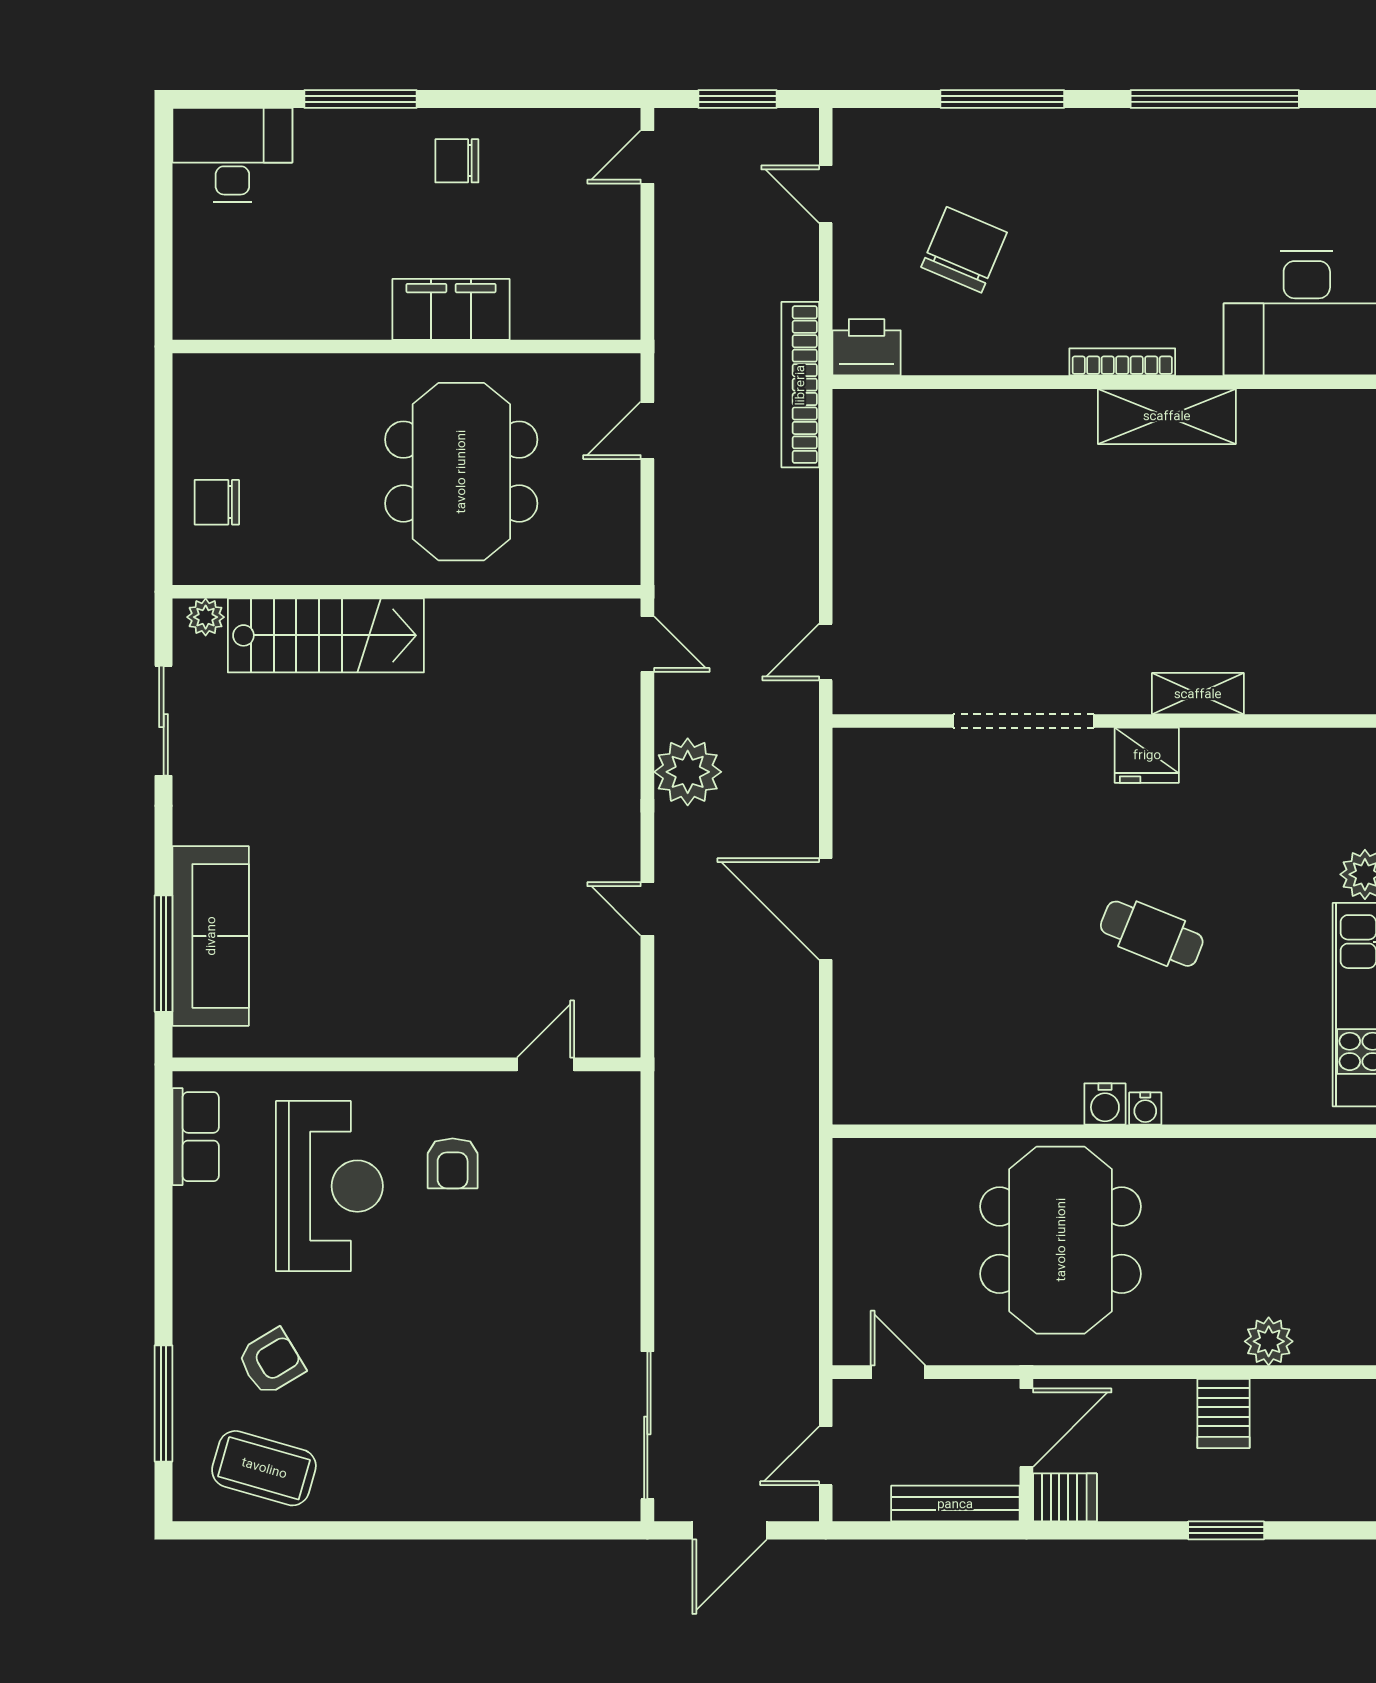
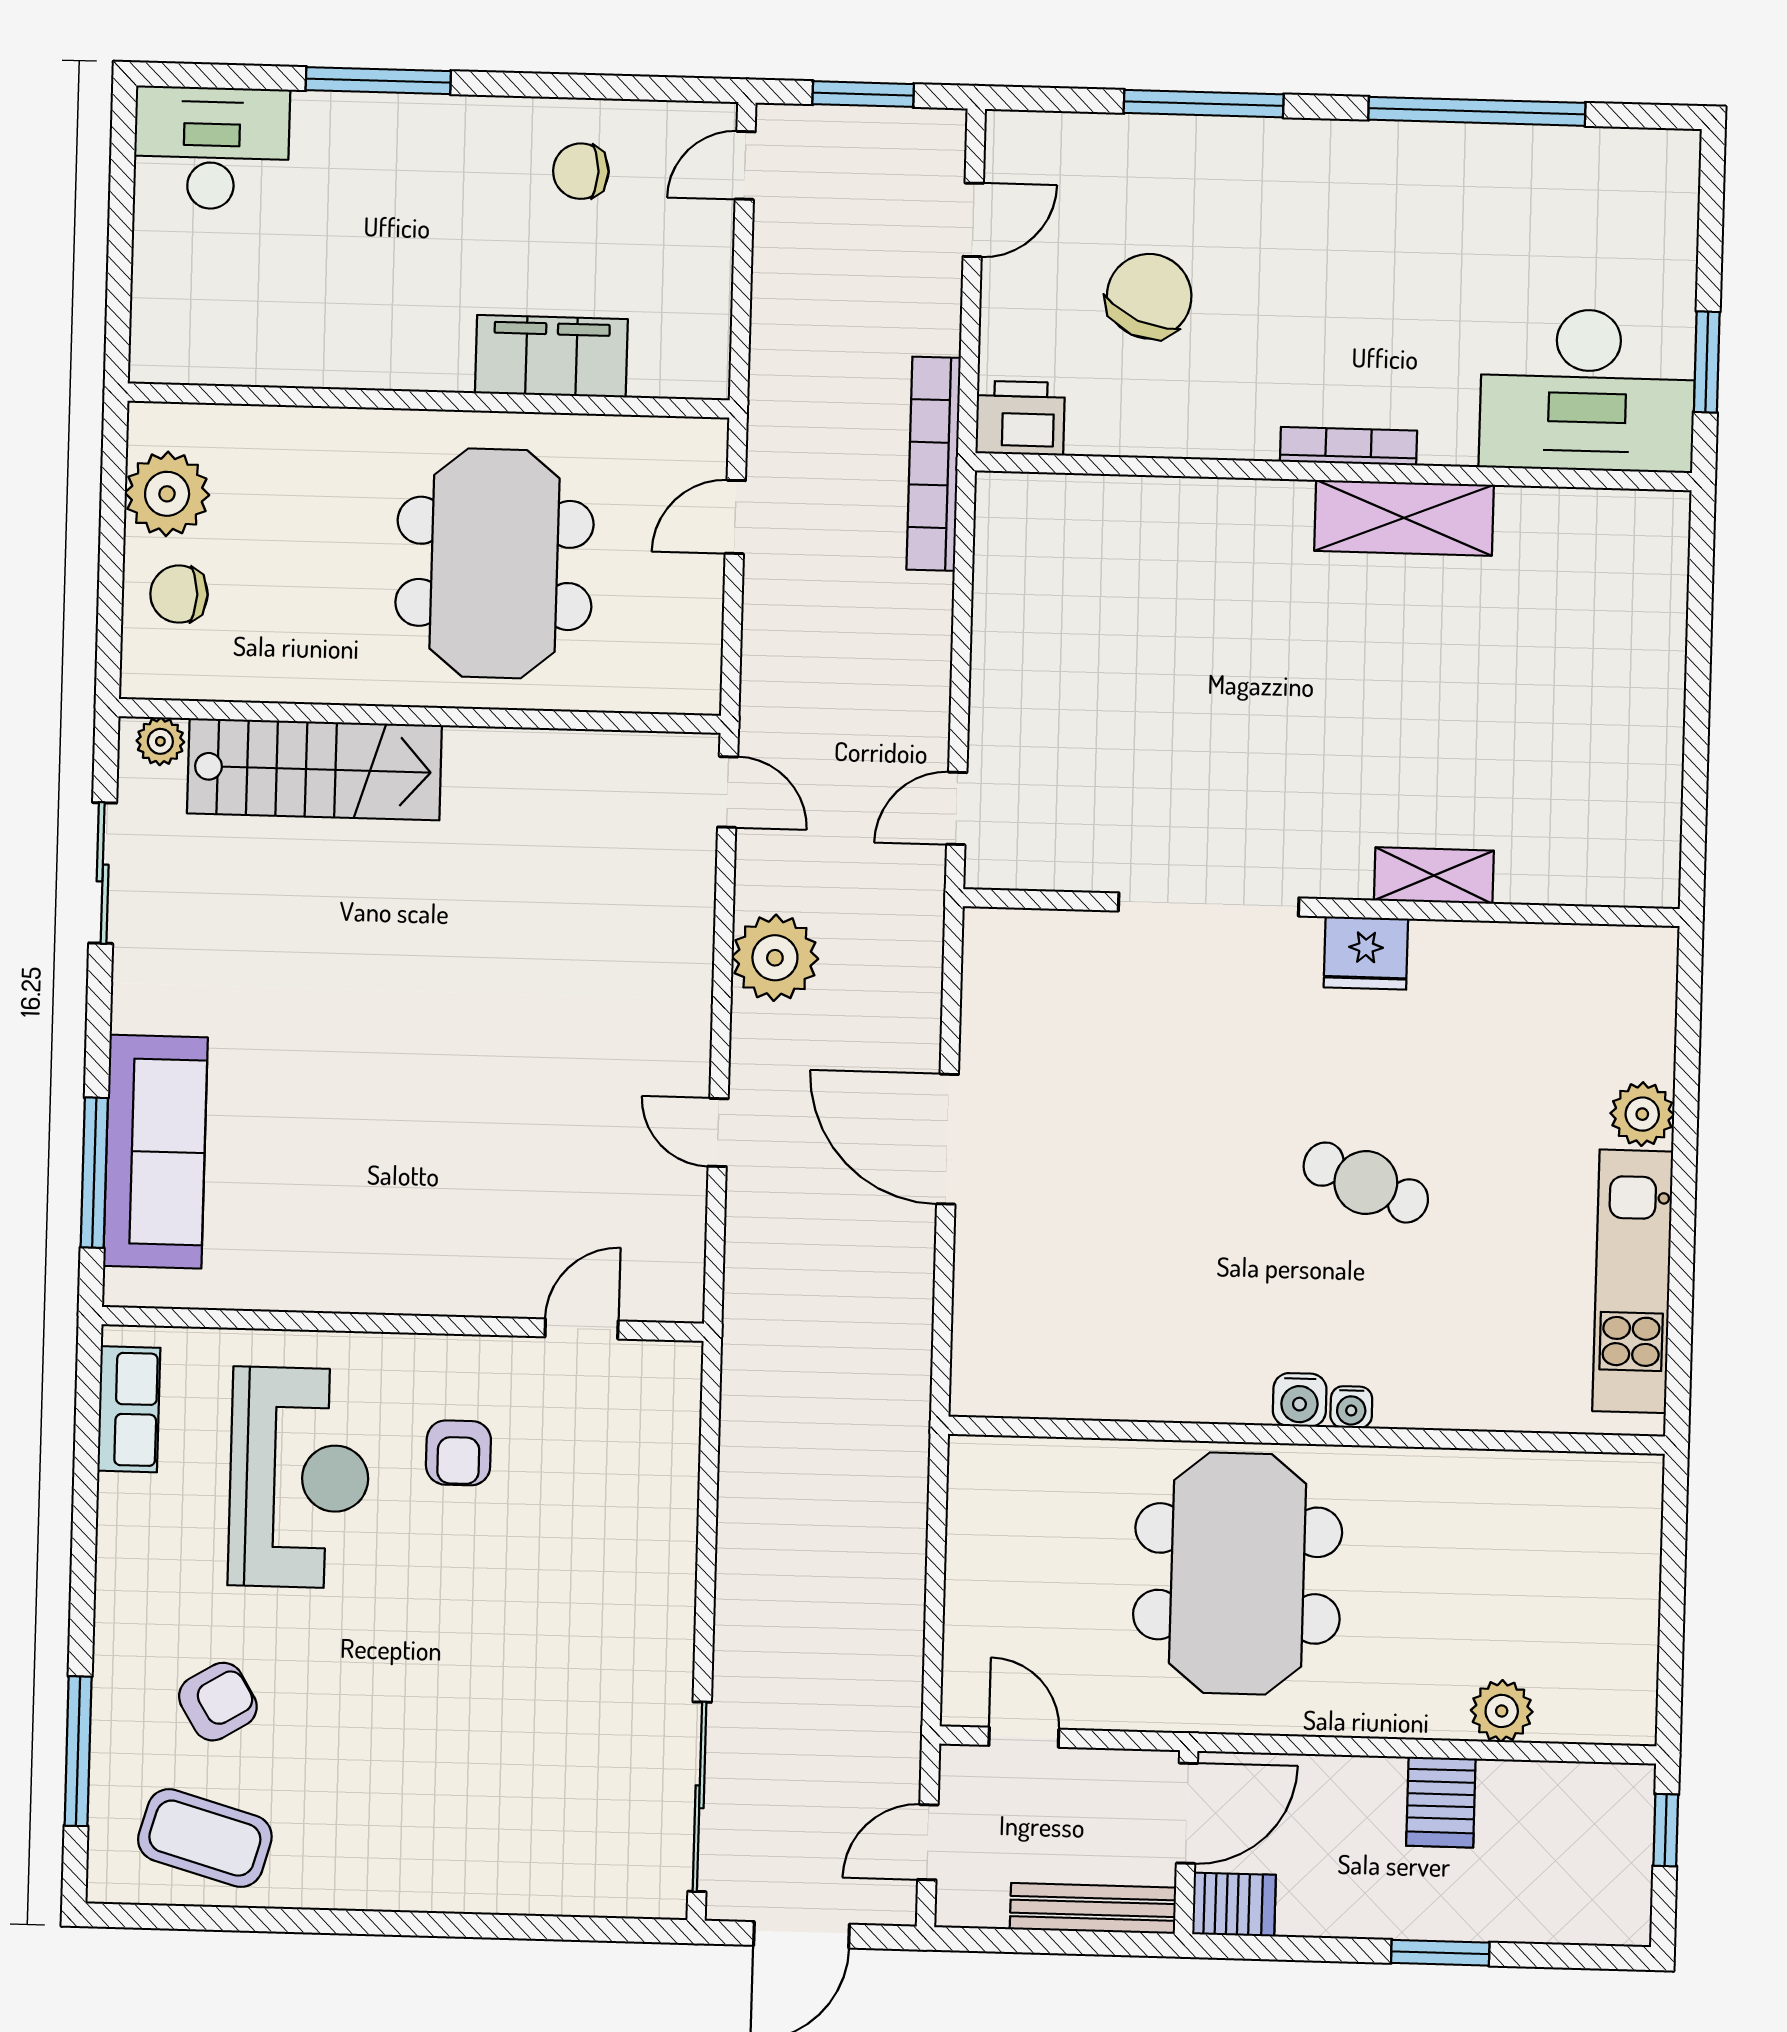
chair: (457, 161) -> (581, 171), moved
door: (826, 194) -> (973, 220), swing flipped
filing cabinet: (451, 309) -> (551, 356), moved
plant: (205, 425) -> (167, 494), added

